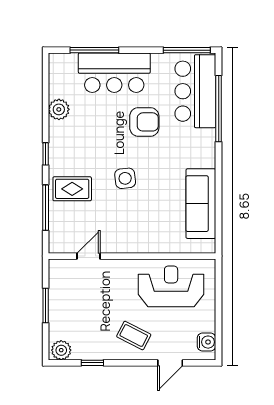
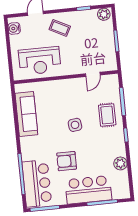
rug: (72, 189) -> (107, 115), turned 90

